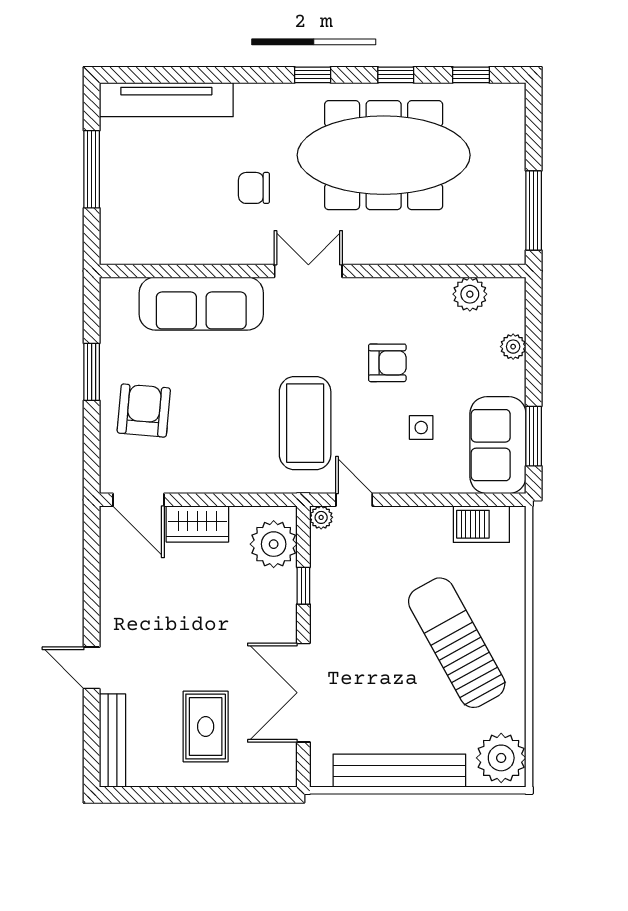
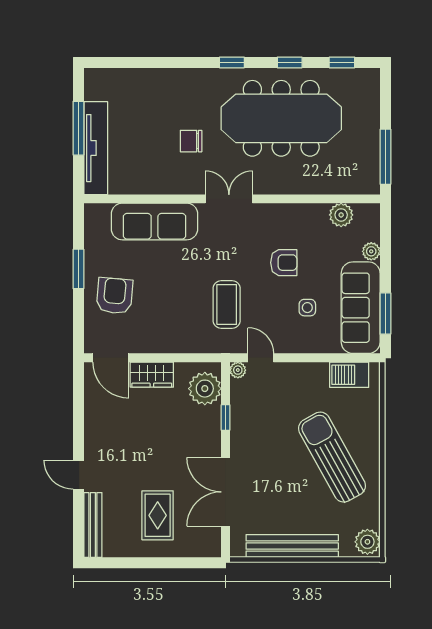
tv unit: (166, 100) -> (96, 148), moved, turned -90
coffee table: (305, 423) -> (227, 305), width x0.73, depth x0.76
sofa: (498, 445) -> (361, 308), width x1.36
plant: (501, 758) -> (367, 542), width x0.73, depth x0.73

